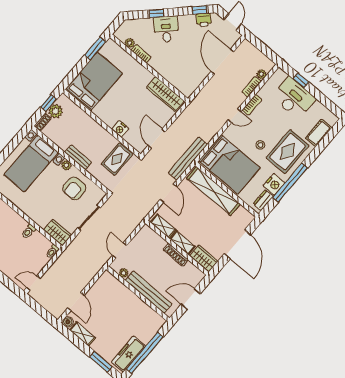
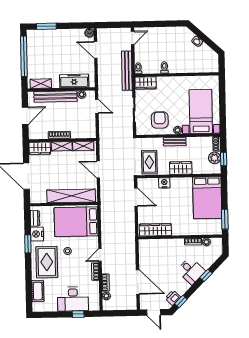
wardrobe: (94, 129) -> (181, 168), added
bench: (188, 158) -> (127, 71), moved
window: (290, 183) -> (28, 244), width x0.47
shelving: (82, 334) -> (41, 84), moved
freezer: (128, 354) -> (74, 81), moved, turned -90

